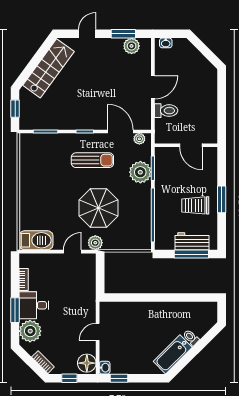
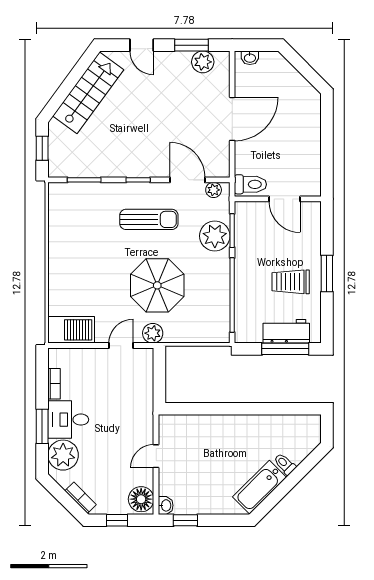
door: (87, 34) -> (142, 45), swing flipped
door: (153, 87) -> (232, 119), width x1.36
toilet: (166, 111) -> (250, 184), moved

